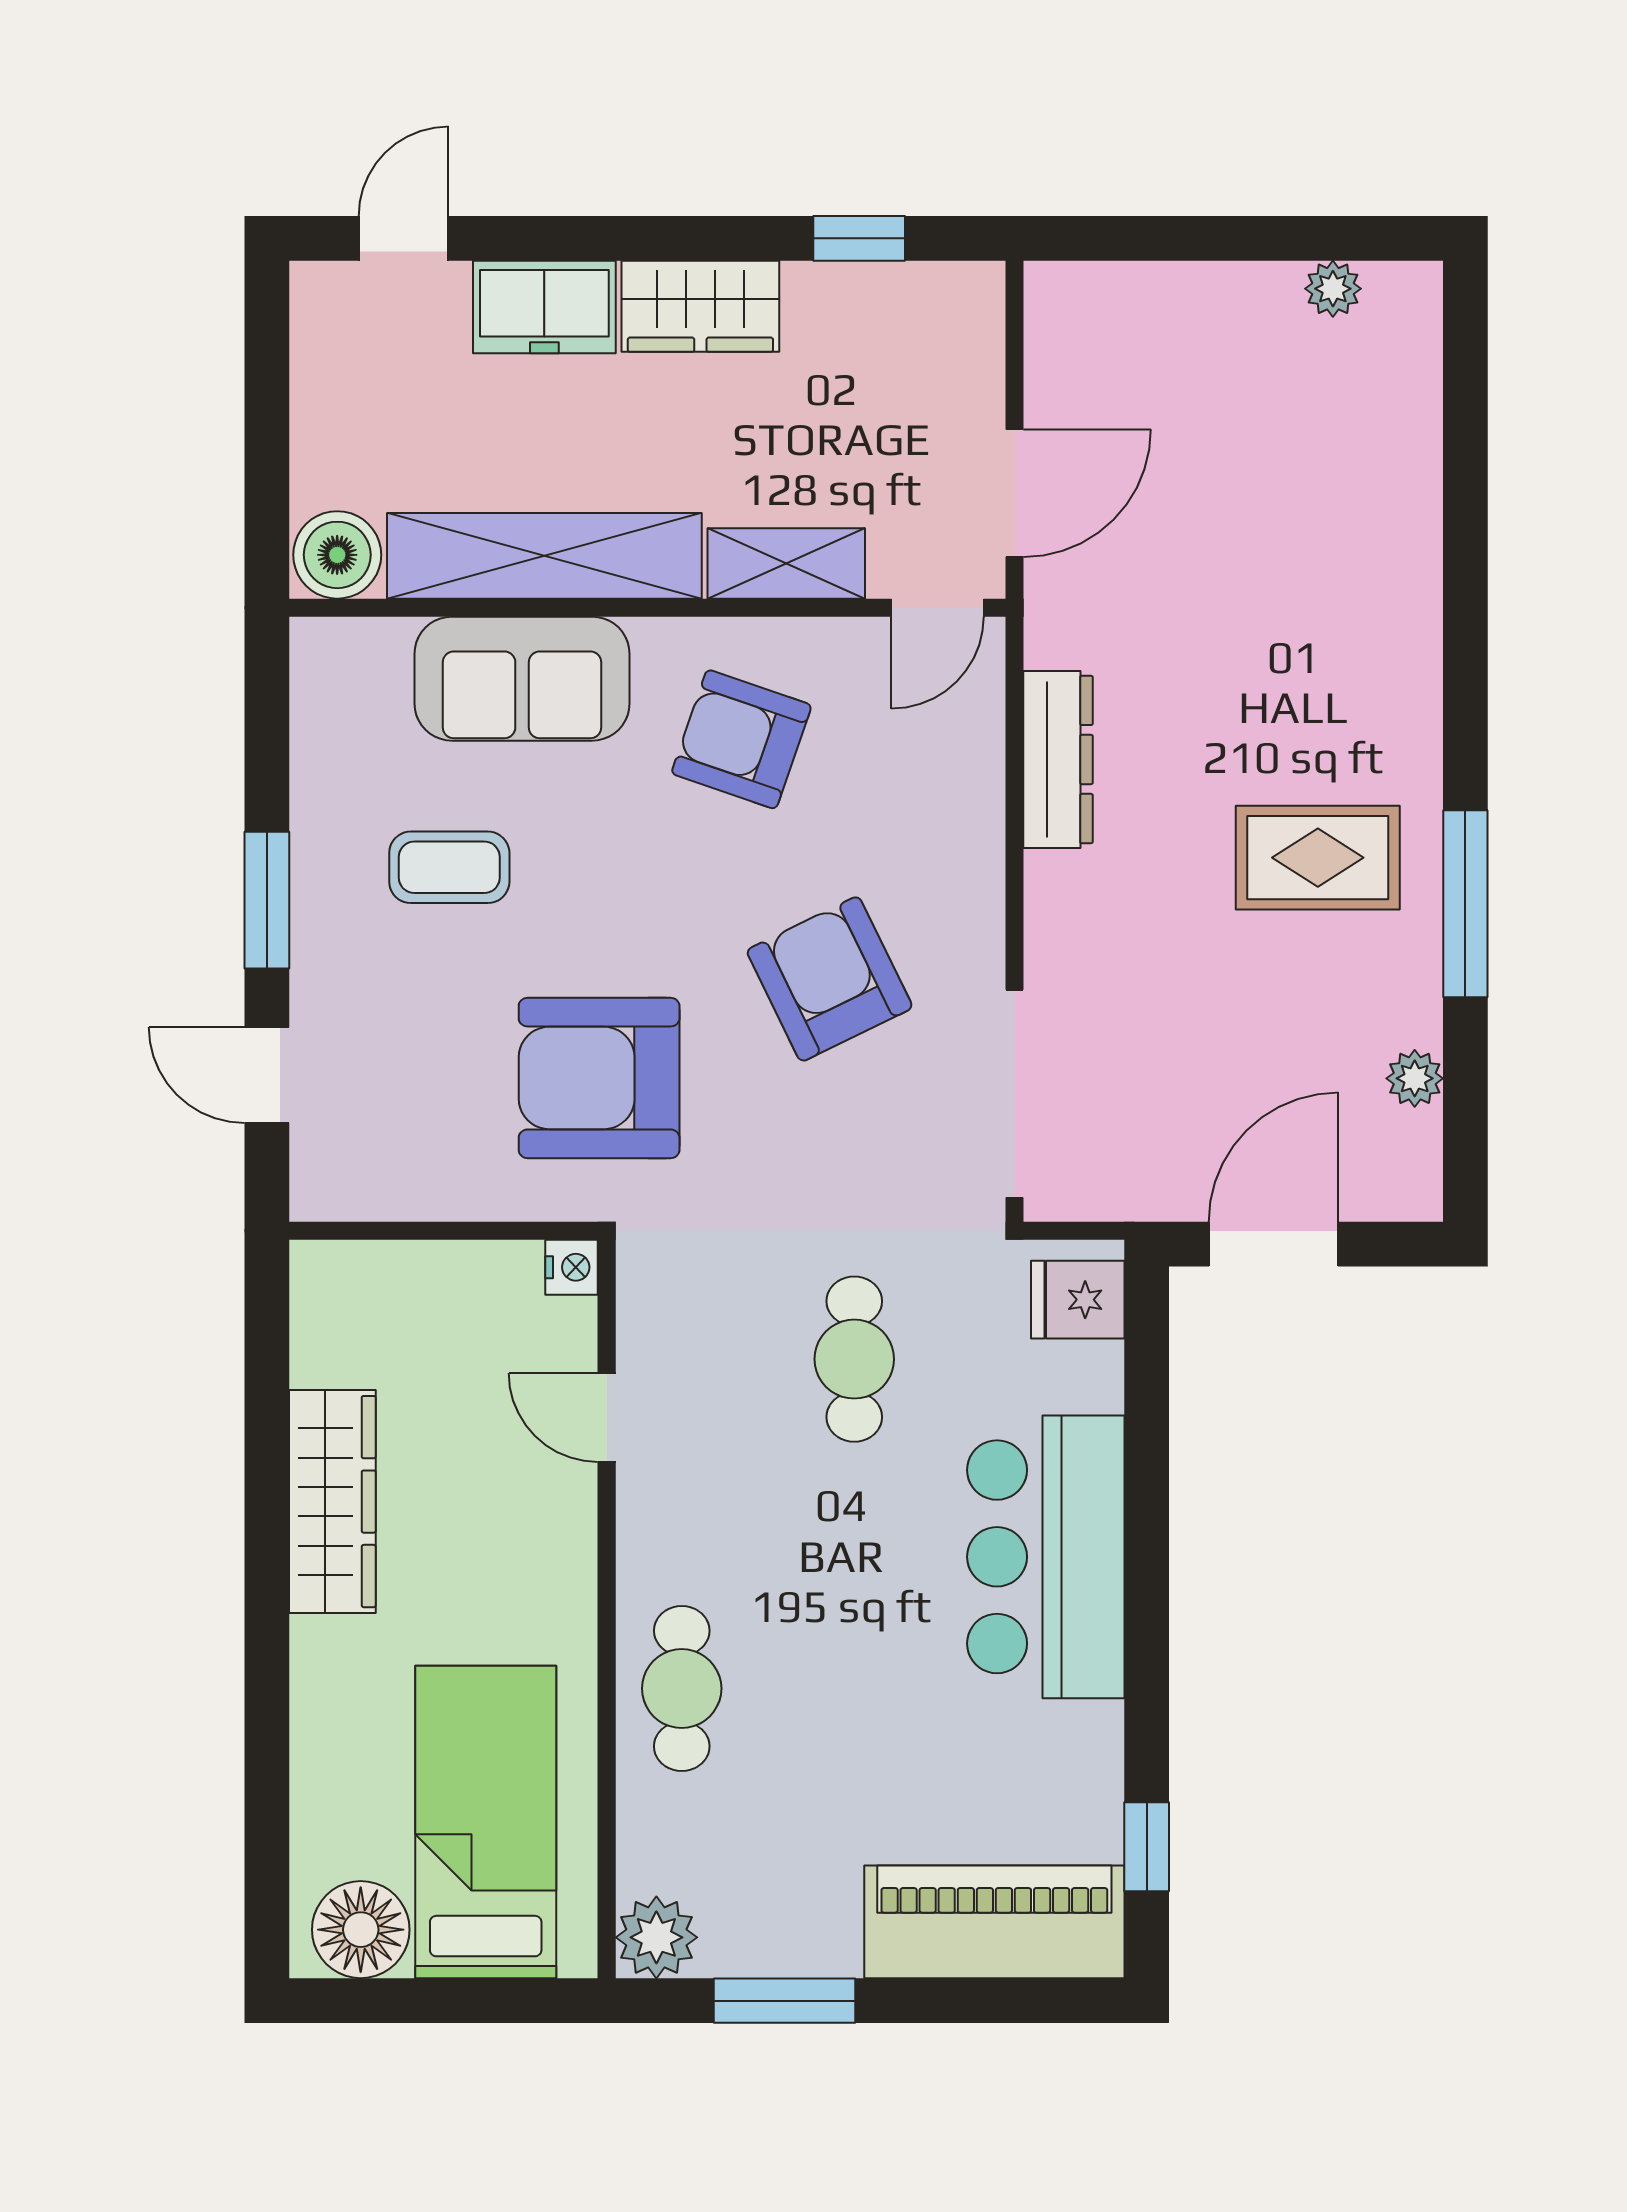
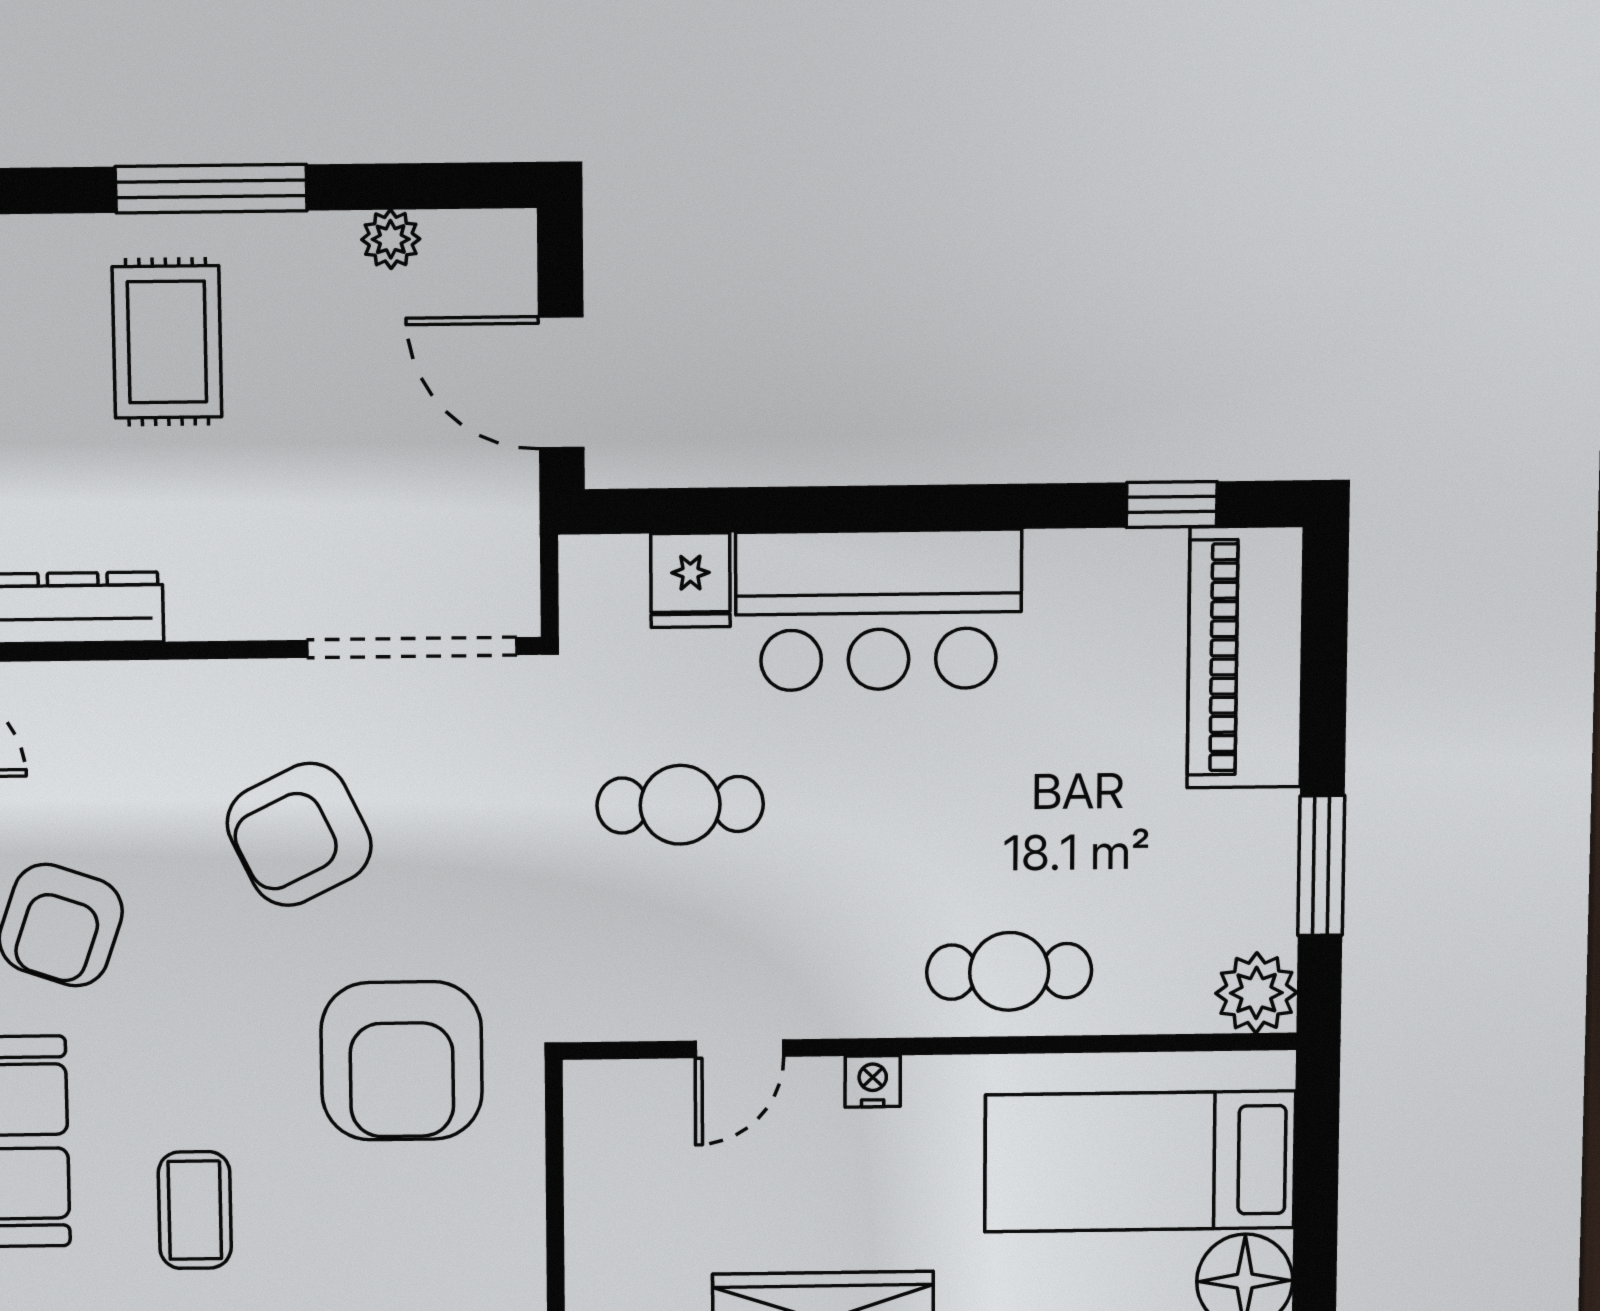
nightstand: (572, 1267) -> (873, 1081), moved
fridge: (1078, 1300) -> (690, 580), moved

